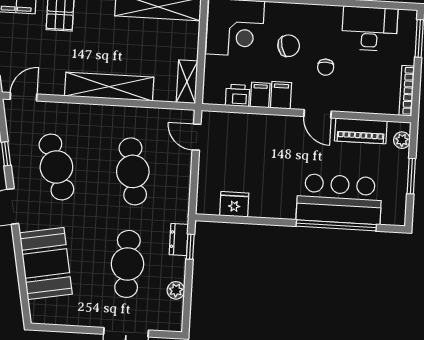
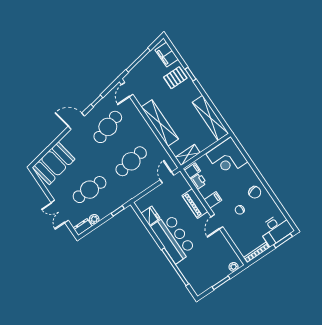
desk: (370, 29) -> (276, 229), moved, turned 90
chair: (289, 46) -> (255, 192), moved
filing cabinet: (260, 95) -> (192, 171), moved
door: (23, 97) -> (127, 90), swing flipped
piano: (361, 131) -> (195, 204), moved
bar counter: (339, 199) -> (173, 238), moved
dresser: (179, 239) -> (83, 227), moved
booth: (46, 263) -> (54, 163), moved

